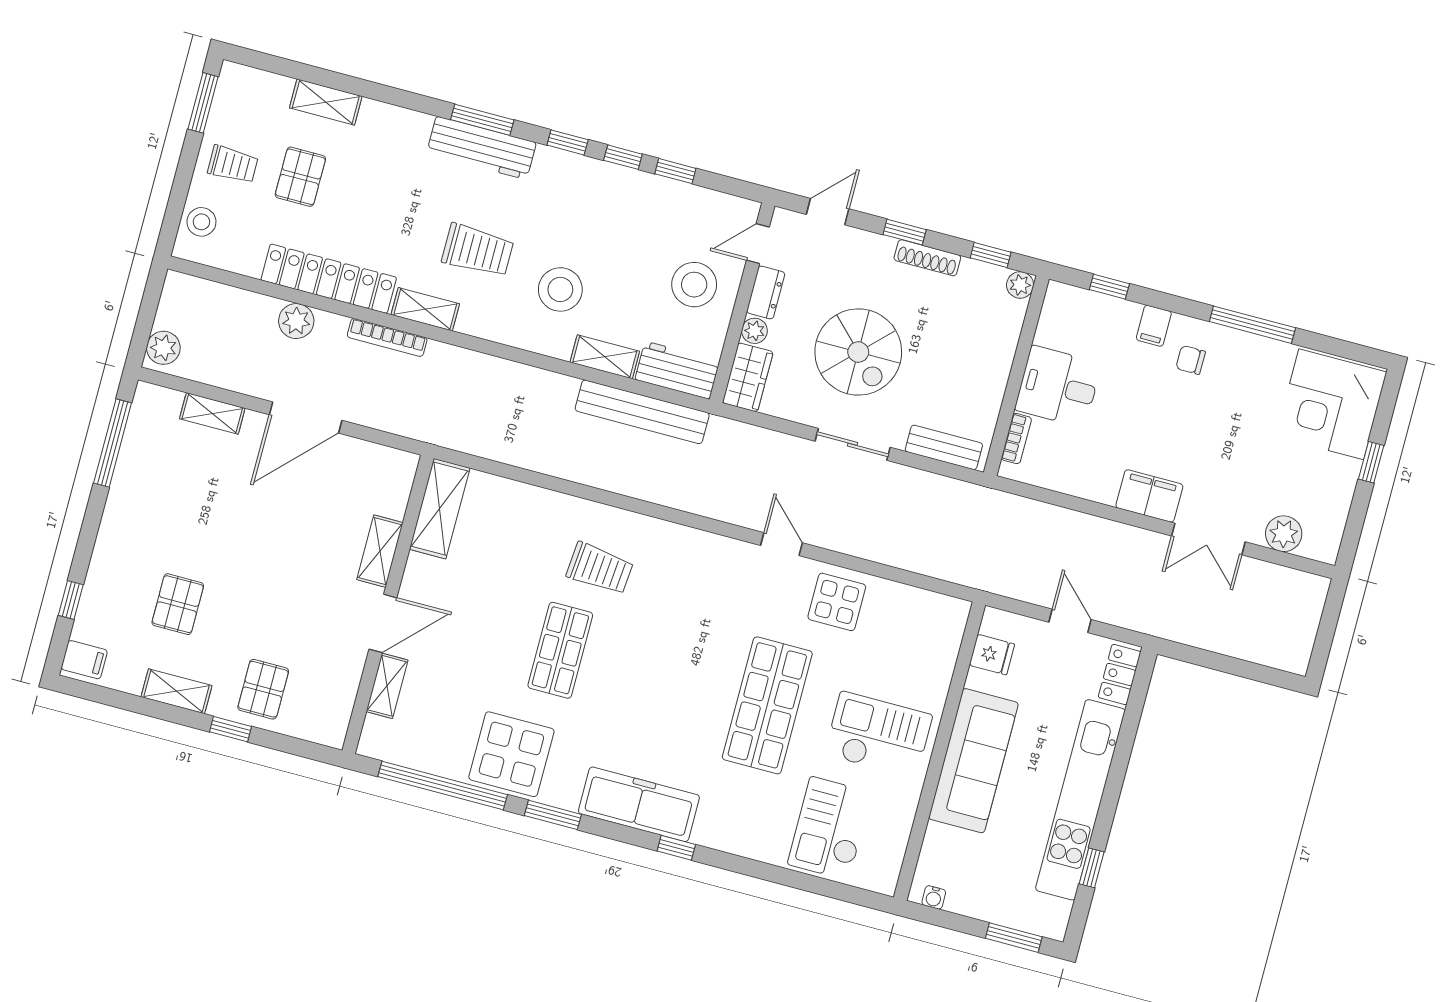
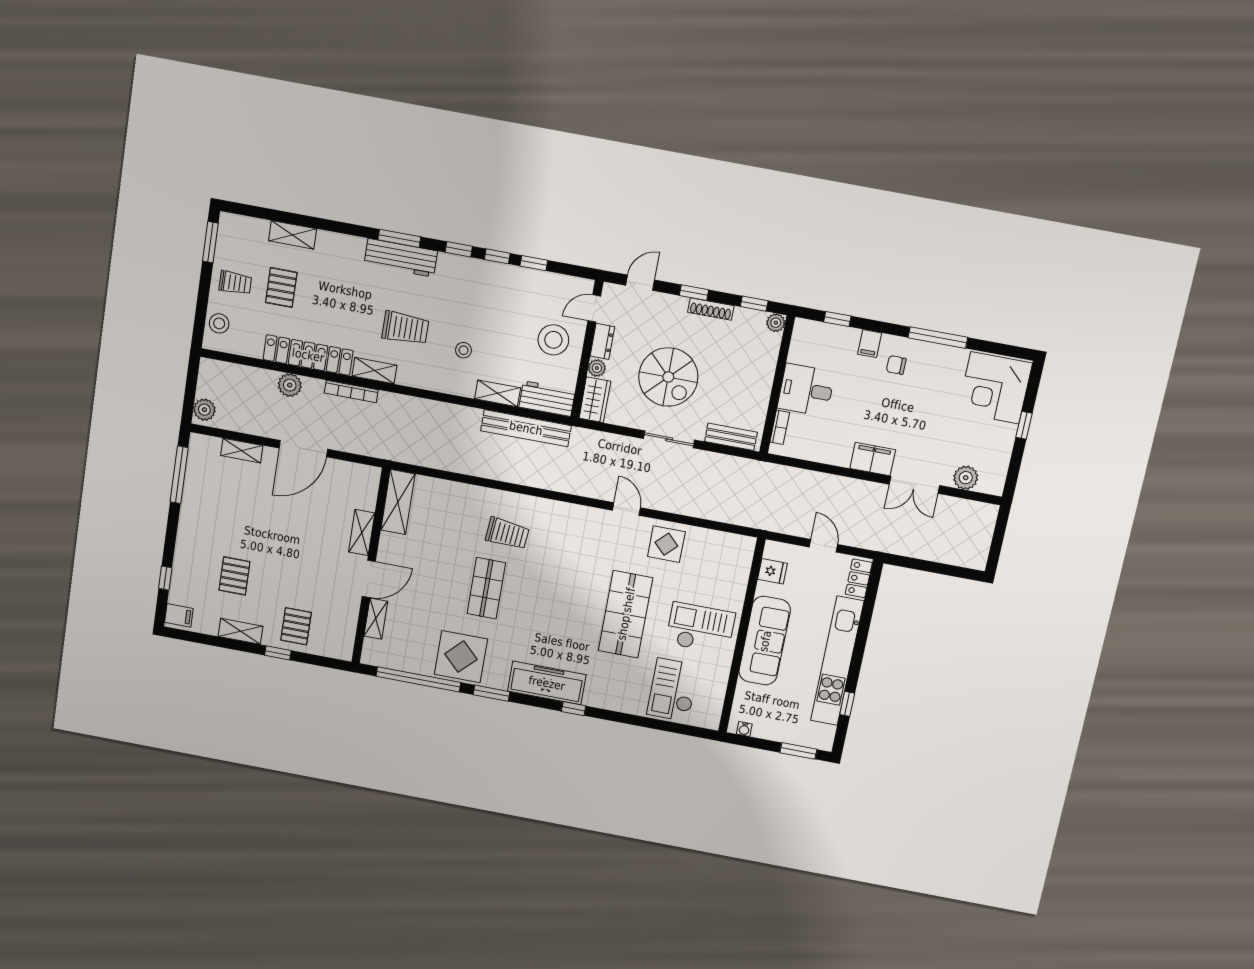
stool: (560, 289) -> (463, 350), width x0.53, depth x0.53

